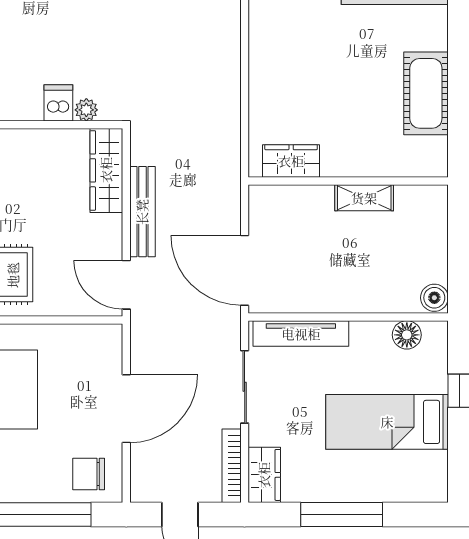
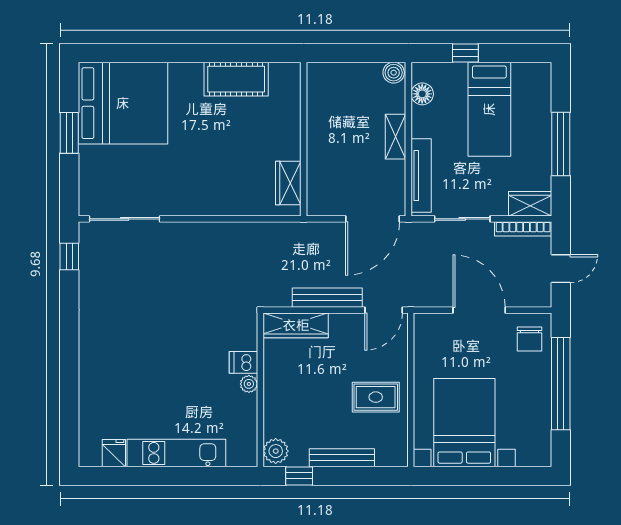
plant: (86, 110) -> (249, 384), moved
shelving: (364, 198) -> (396, 137), moved

